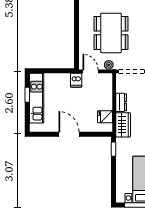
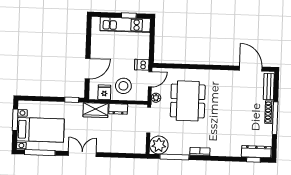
dining table: (111, 33) -> (188, 101), turned 90
stool: (98, 98) -> (123, 86), added
door: (69, 134) -> (88, 69), moved

